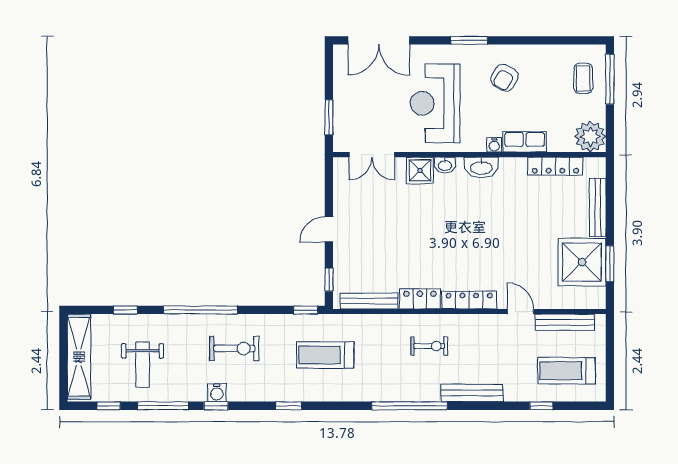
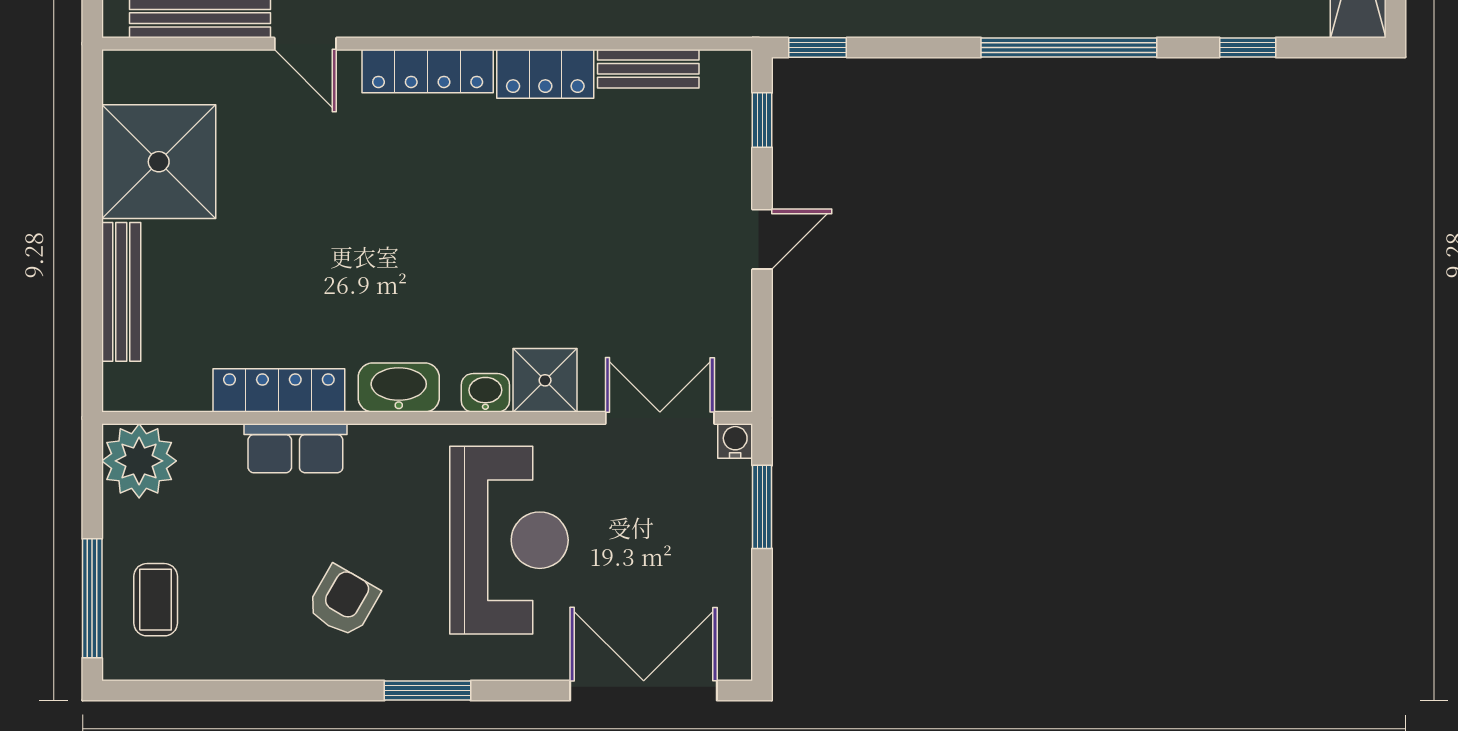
water cooler: (494, 145) -> (735, 441), moved
locker: (555, 166) -> (279, 390), moved
window: (610, 264) -> (92, 158), removed
bench: (369, 301) -> (648, 69), width x0.73

